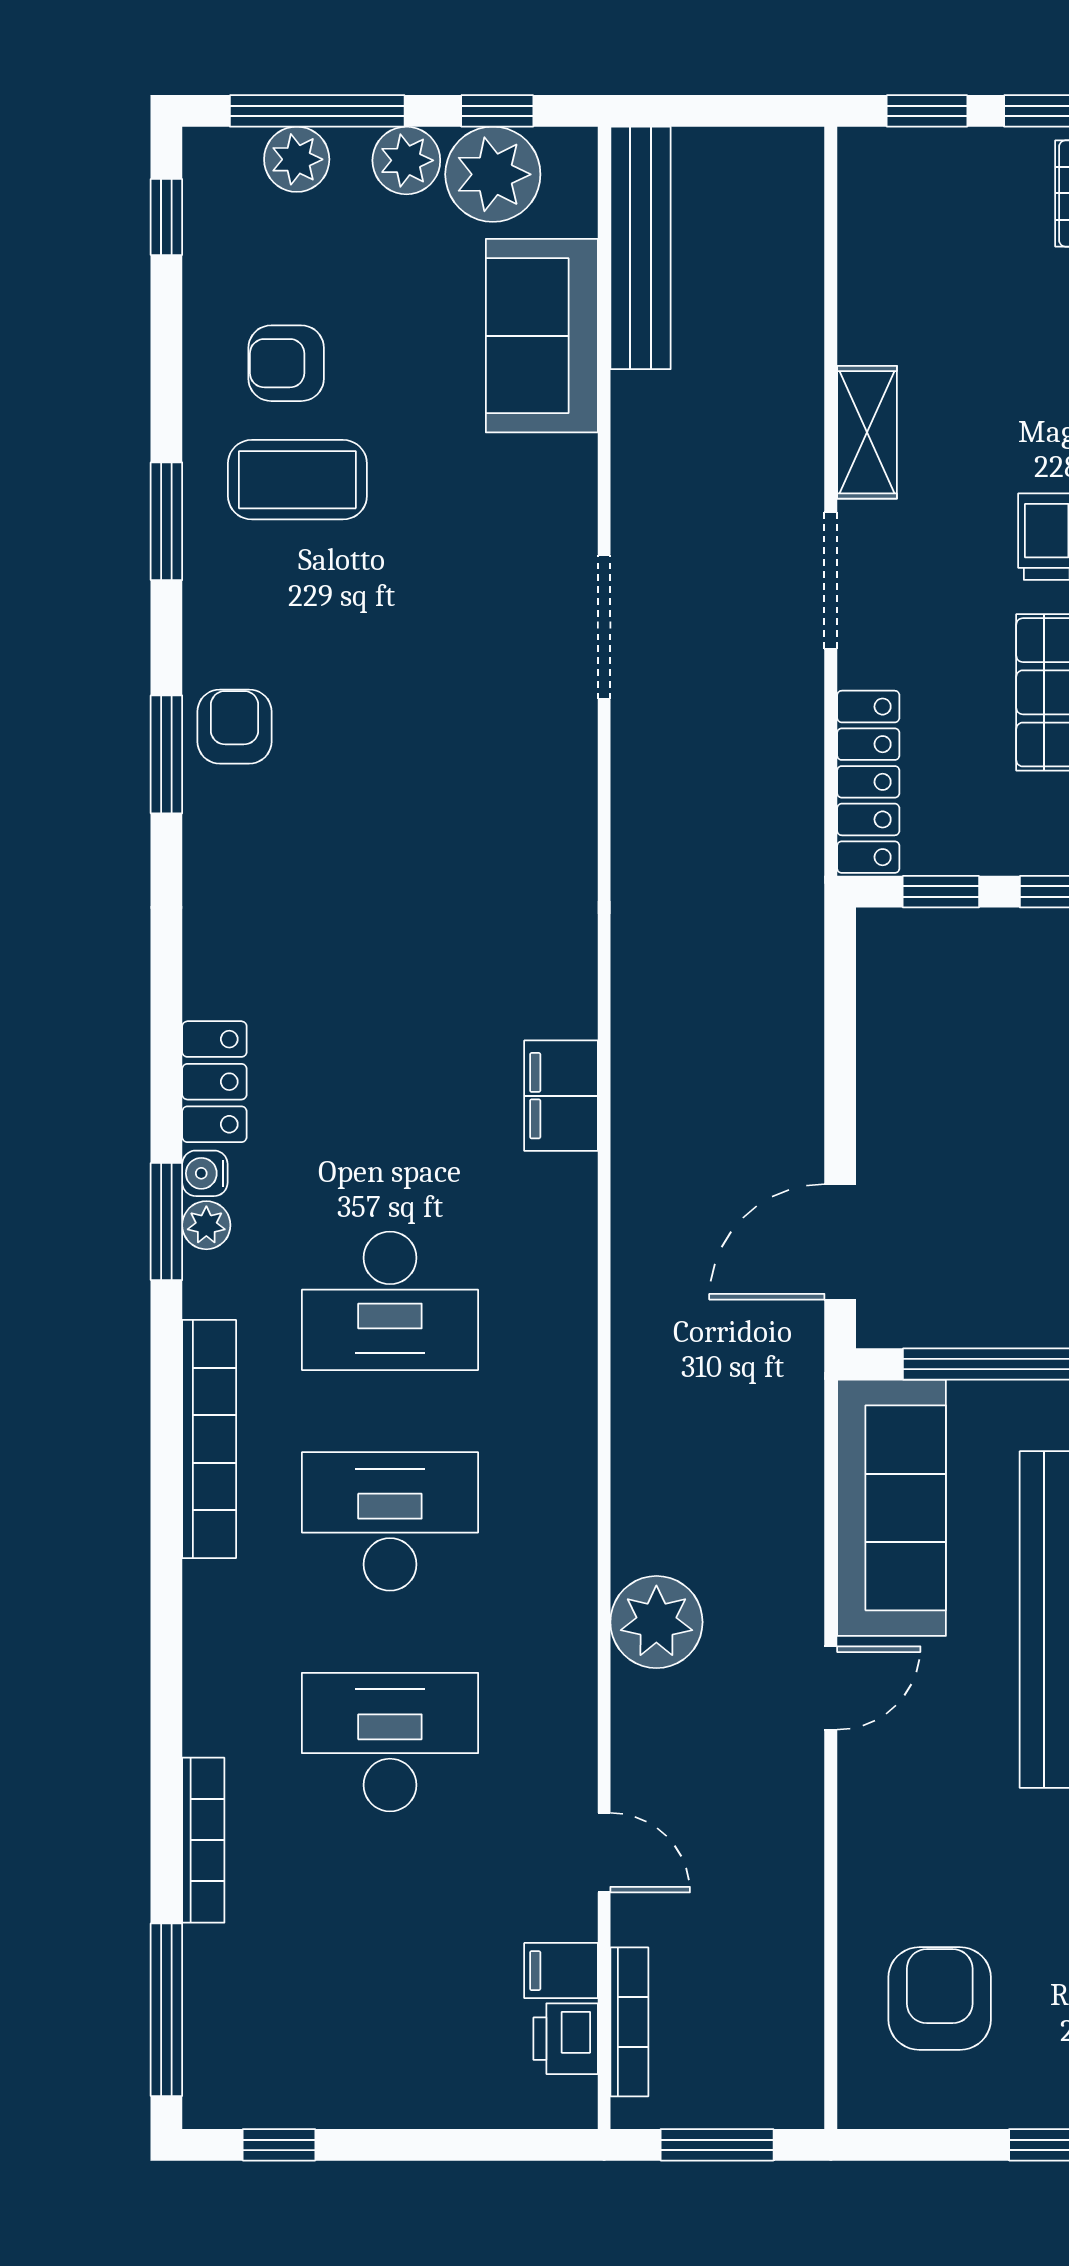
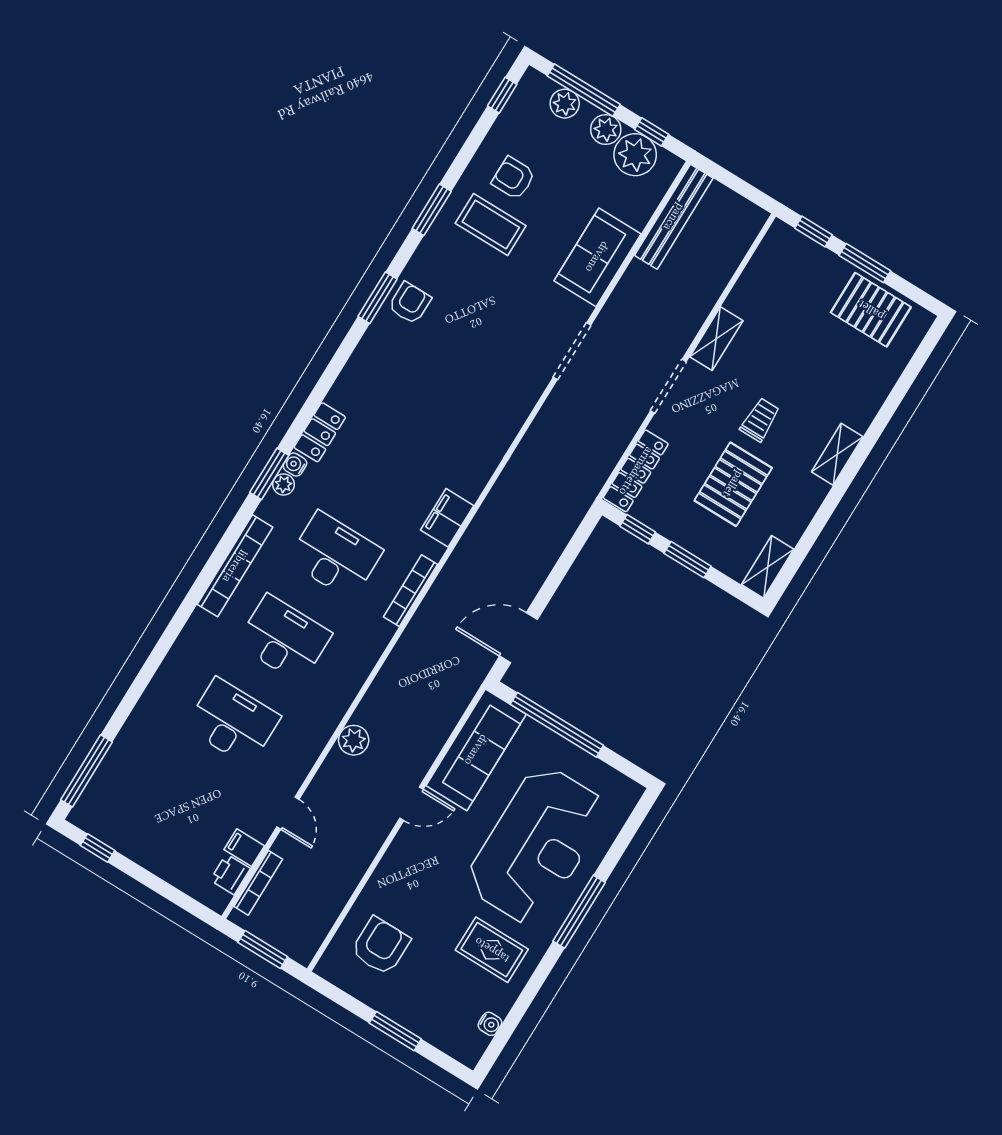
sofa: (542, 336) -> (597, 257), moved
desk: (390, 1301) -> (335, 556), turned 180
plant: (656, 1622) -> (354, 740), width x0.73, depth x0.73
bookcase: (203, 1840) -> (411, 591), moved, turned 180

